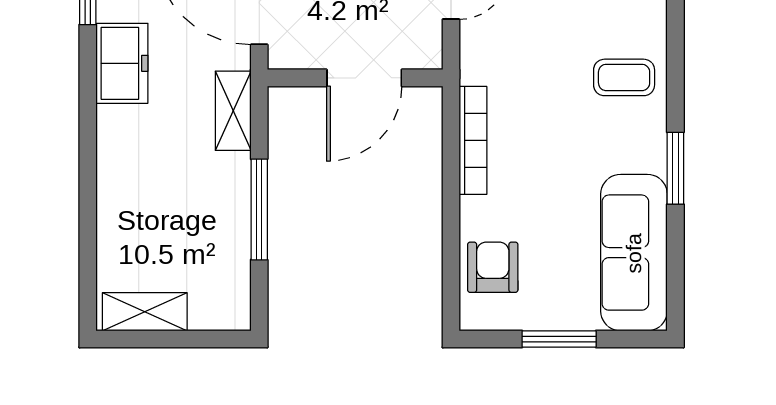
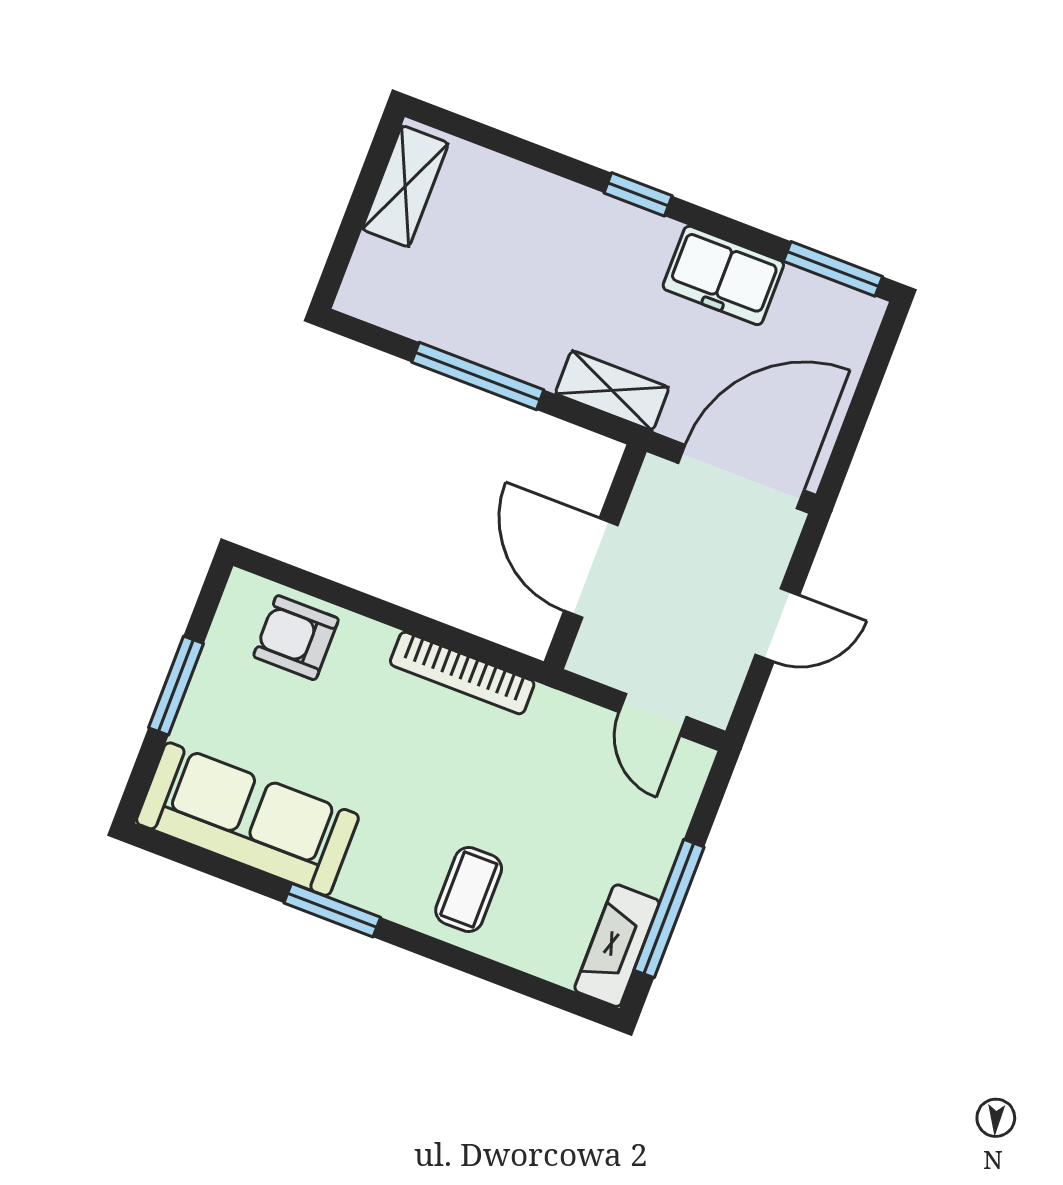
window: (88, 145) -> (638, 194), added
armchair: (493, 267) -> (296, 638), turned 180

